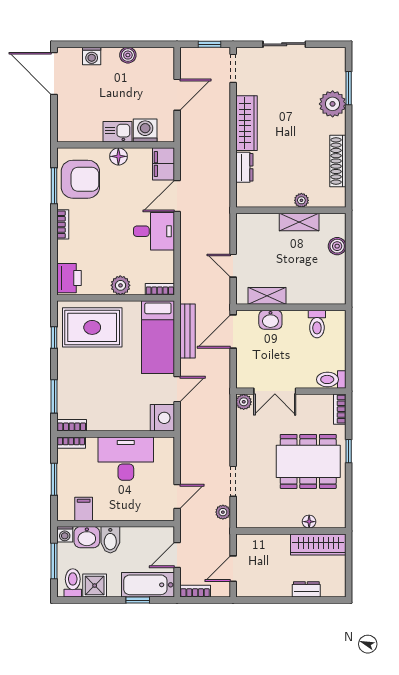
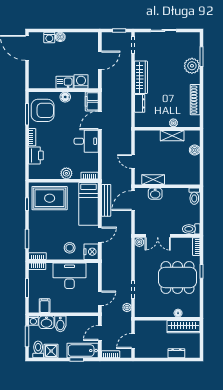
boiler: (128, 55) -> (60, 37), moved
printer: (69, 278) -> (36, 155), moved
toilet: (317, 324) -> (194, 196), moved
stool: (126, 411) -> (70, 248), added

